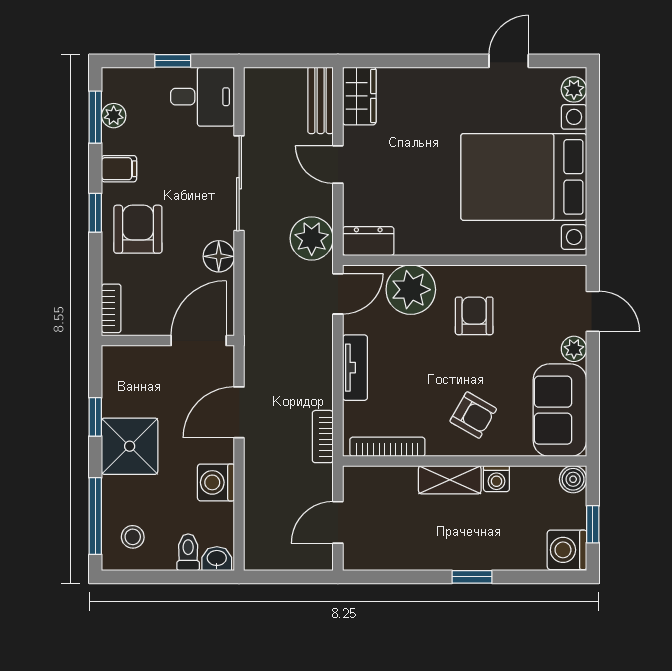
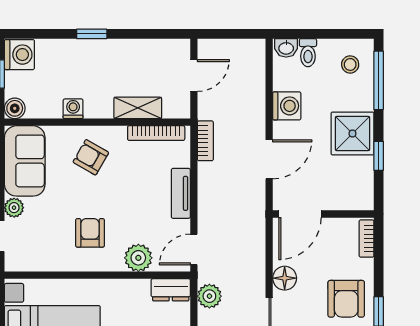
plant: (312, 238) -> (209, 296), width x0.73, depth x0.73
plant: (411, 290) -> (138, 258), width x0.73, depth x0.73
armchair: (474, 316) -> (90, 233), turned 180
shelving: (450, 480) -> (138, 108), moved

